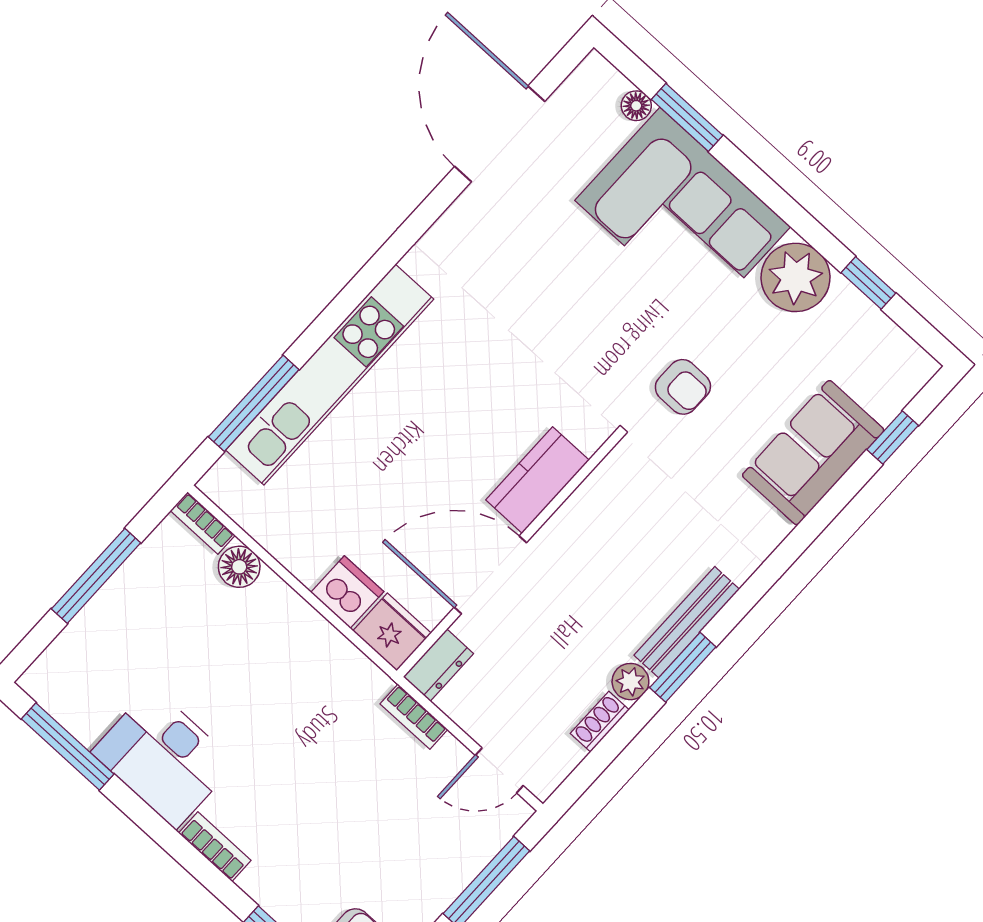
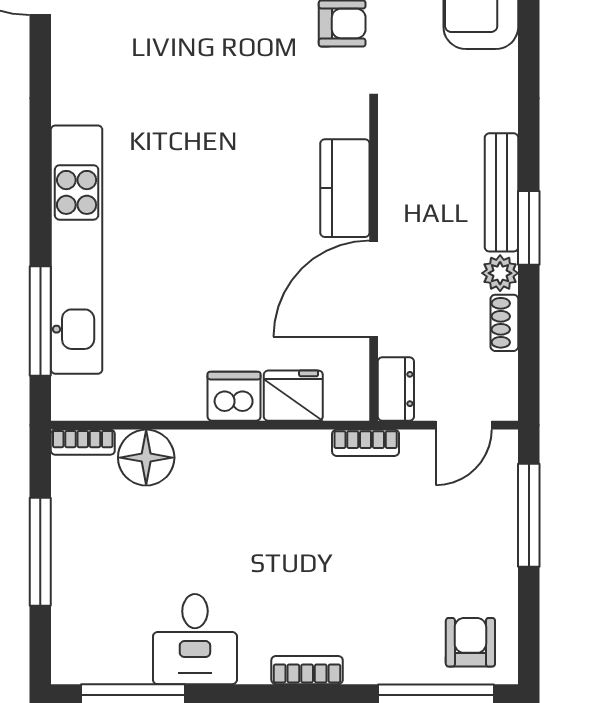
kitchen counter: (537, 480) -> (345, 188), moved
wall: (509, 555) -> (374, 262), moved
floor lamp: (239, 567) -> (146, 458), width x1.38, depth x1.38
door: (490, 575) -> (374, 289), moved
dresser: (438, 665) -> (396, 389), moved
desk: (164, 758) -> (195, 639), width x0.73

